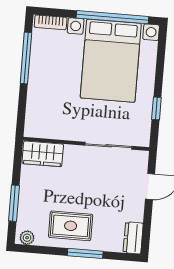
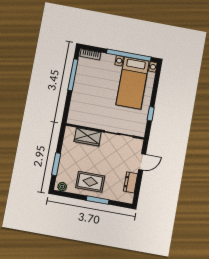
bed with nightstands: (111, 61) -> (133, 83), width x0.73
wardrobe: (43, 154) -> (88, 137), moved
dresser: (133, 238) -> (131, 182), moved

